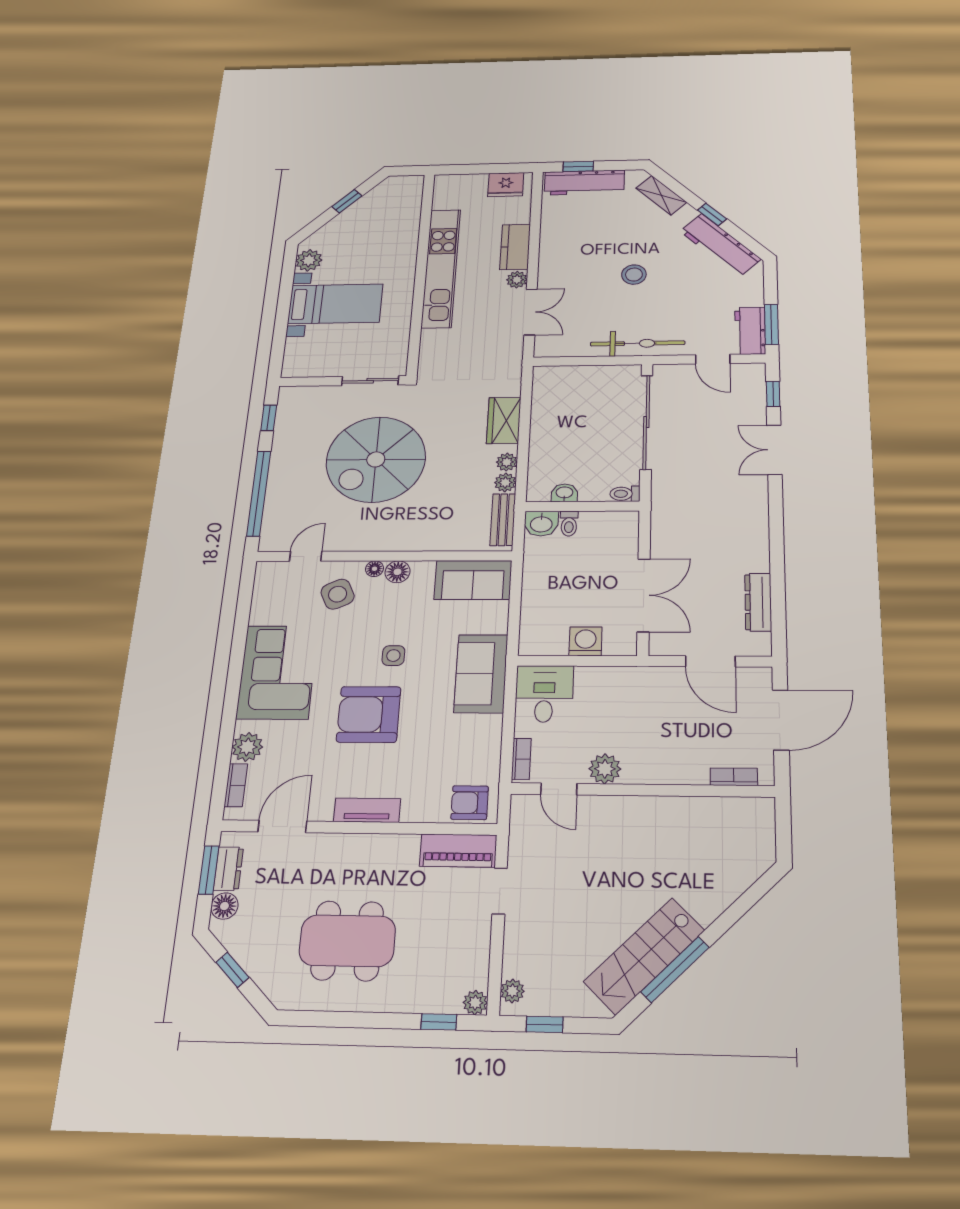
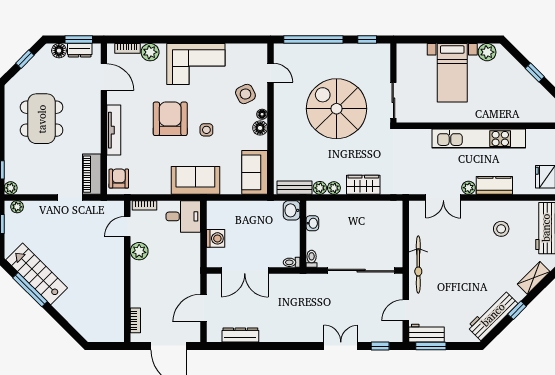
stool: (634, 275) -> (501, 229), moved
toilet: (569, 524) -> (292, 262), moved
tv unit: (367, 810) -> (114, 130), width x1.41

